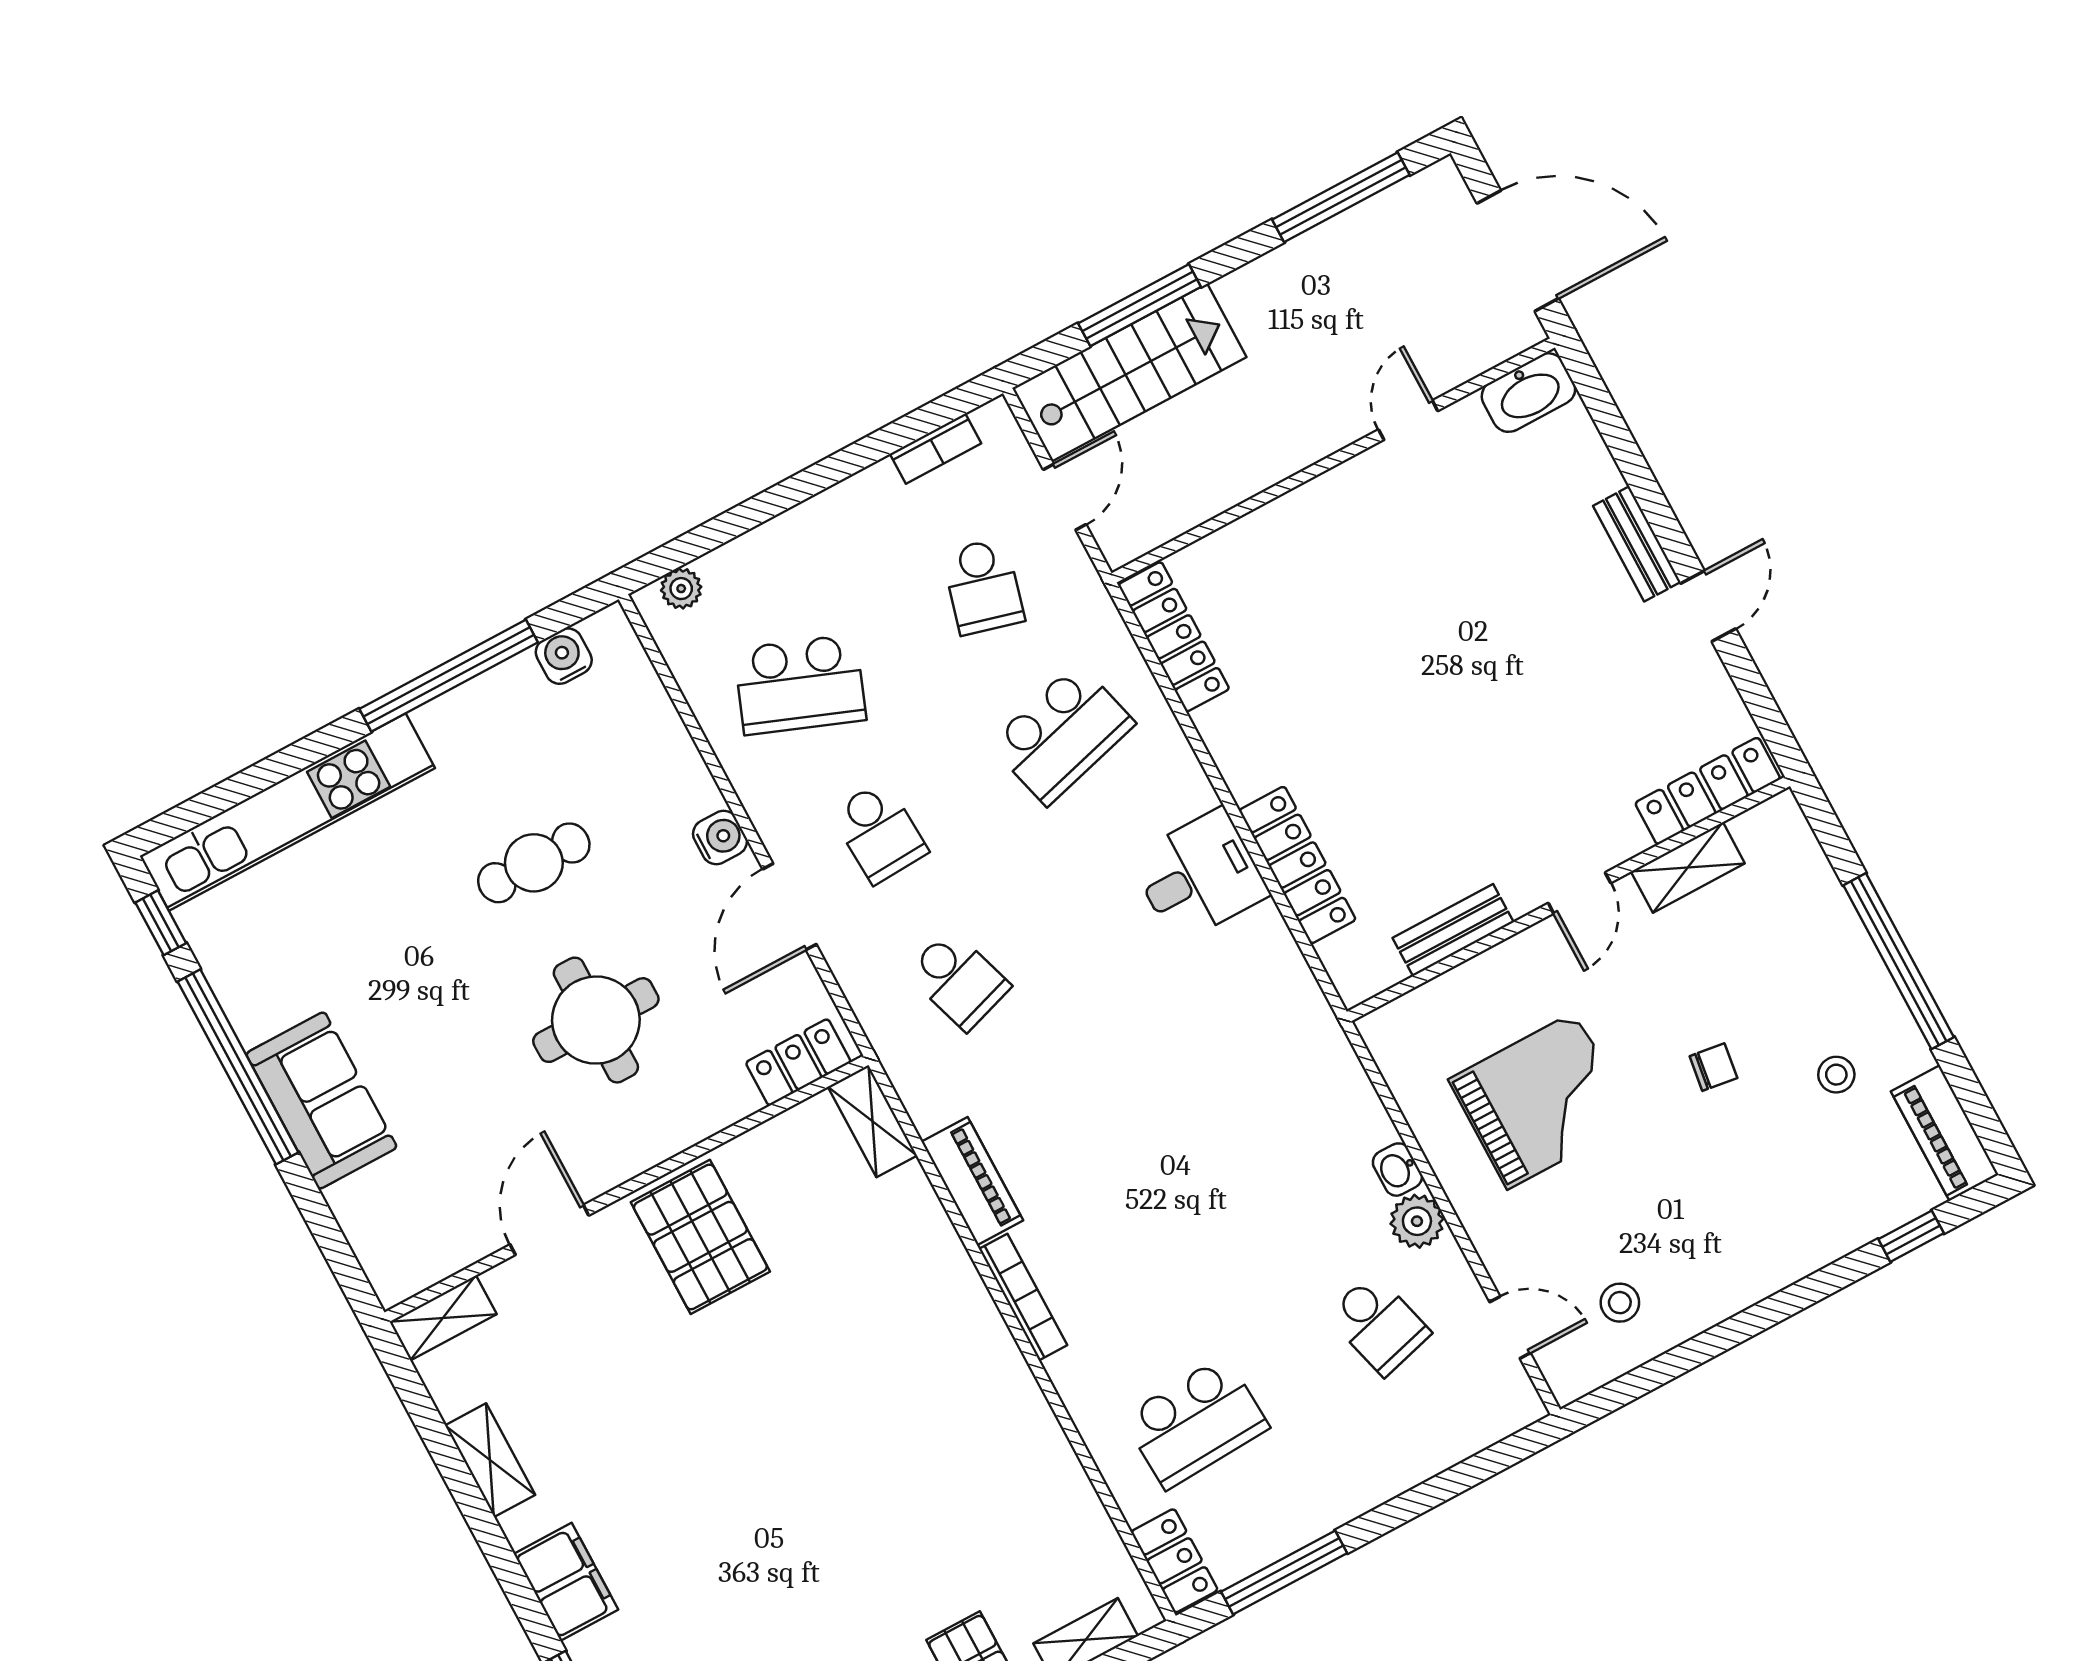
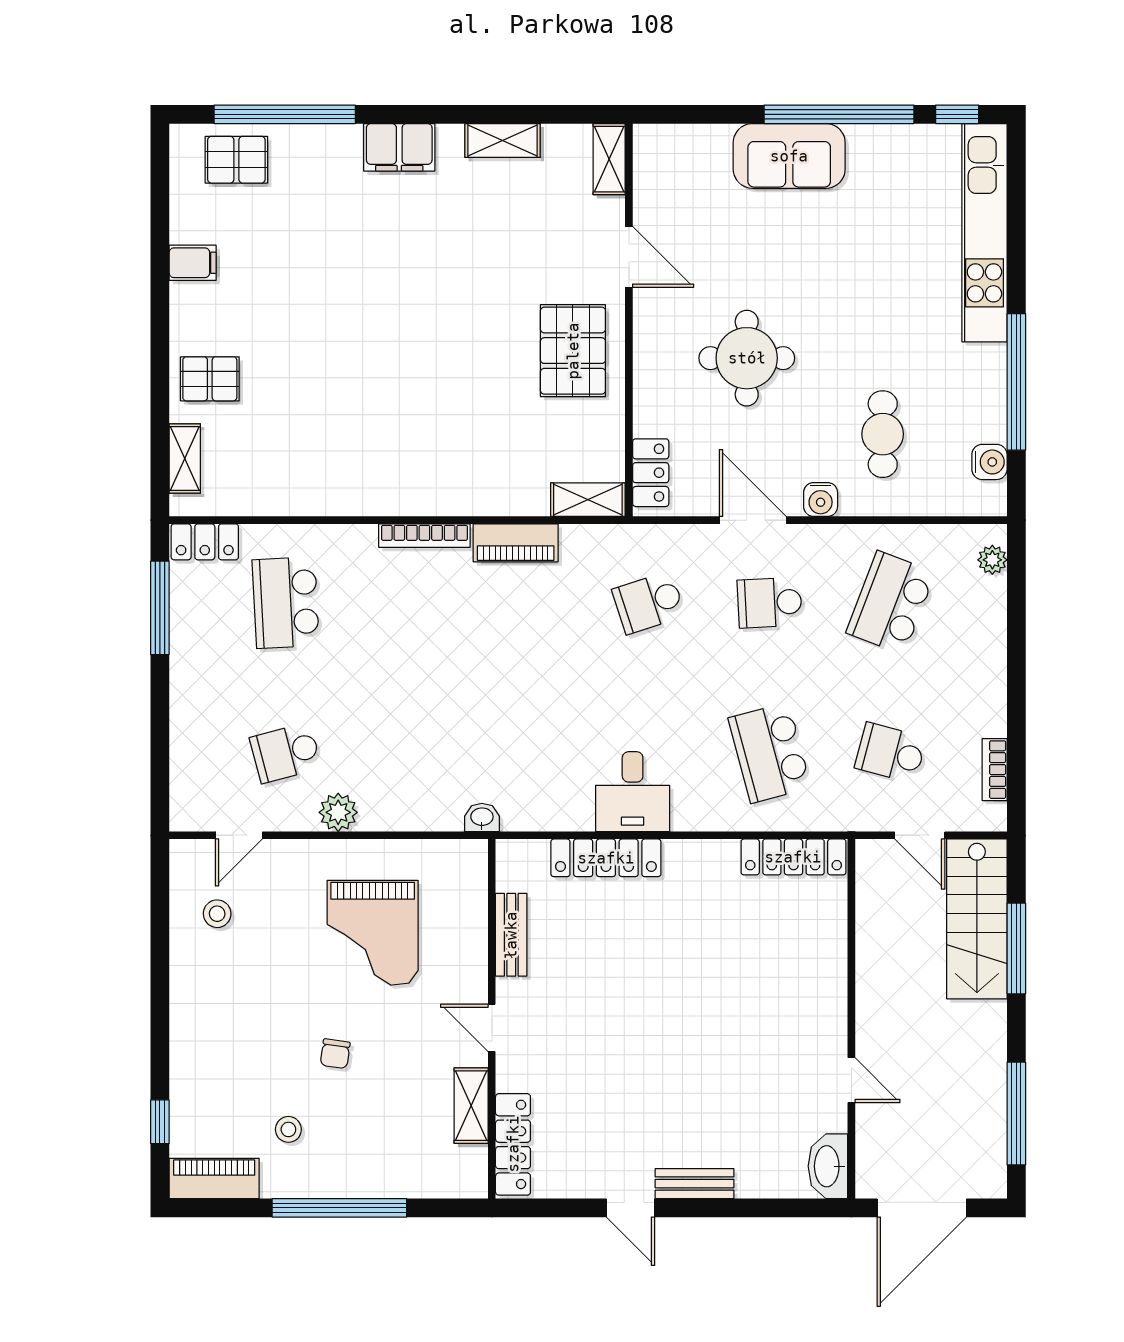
cafe table: (534, 863) -> (883, 434), moved
washbasin: (1397, 1170) -> (482, 818), moved
pallet: (700, 1237) -> (573, 351), turned 90

